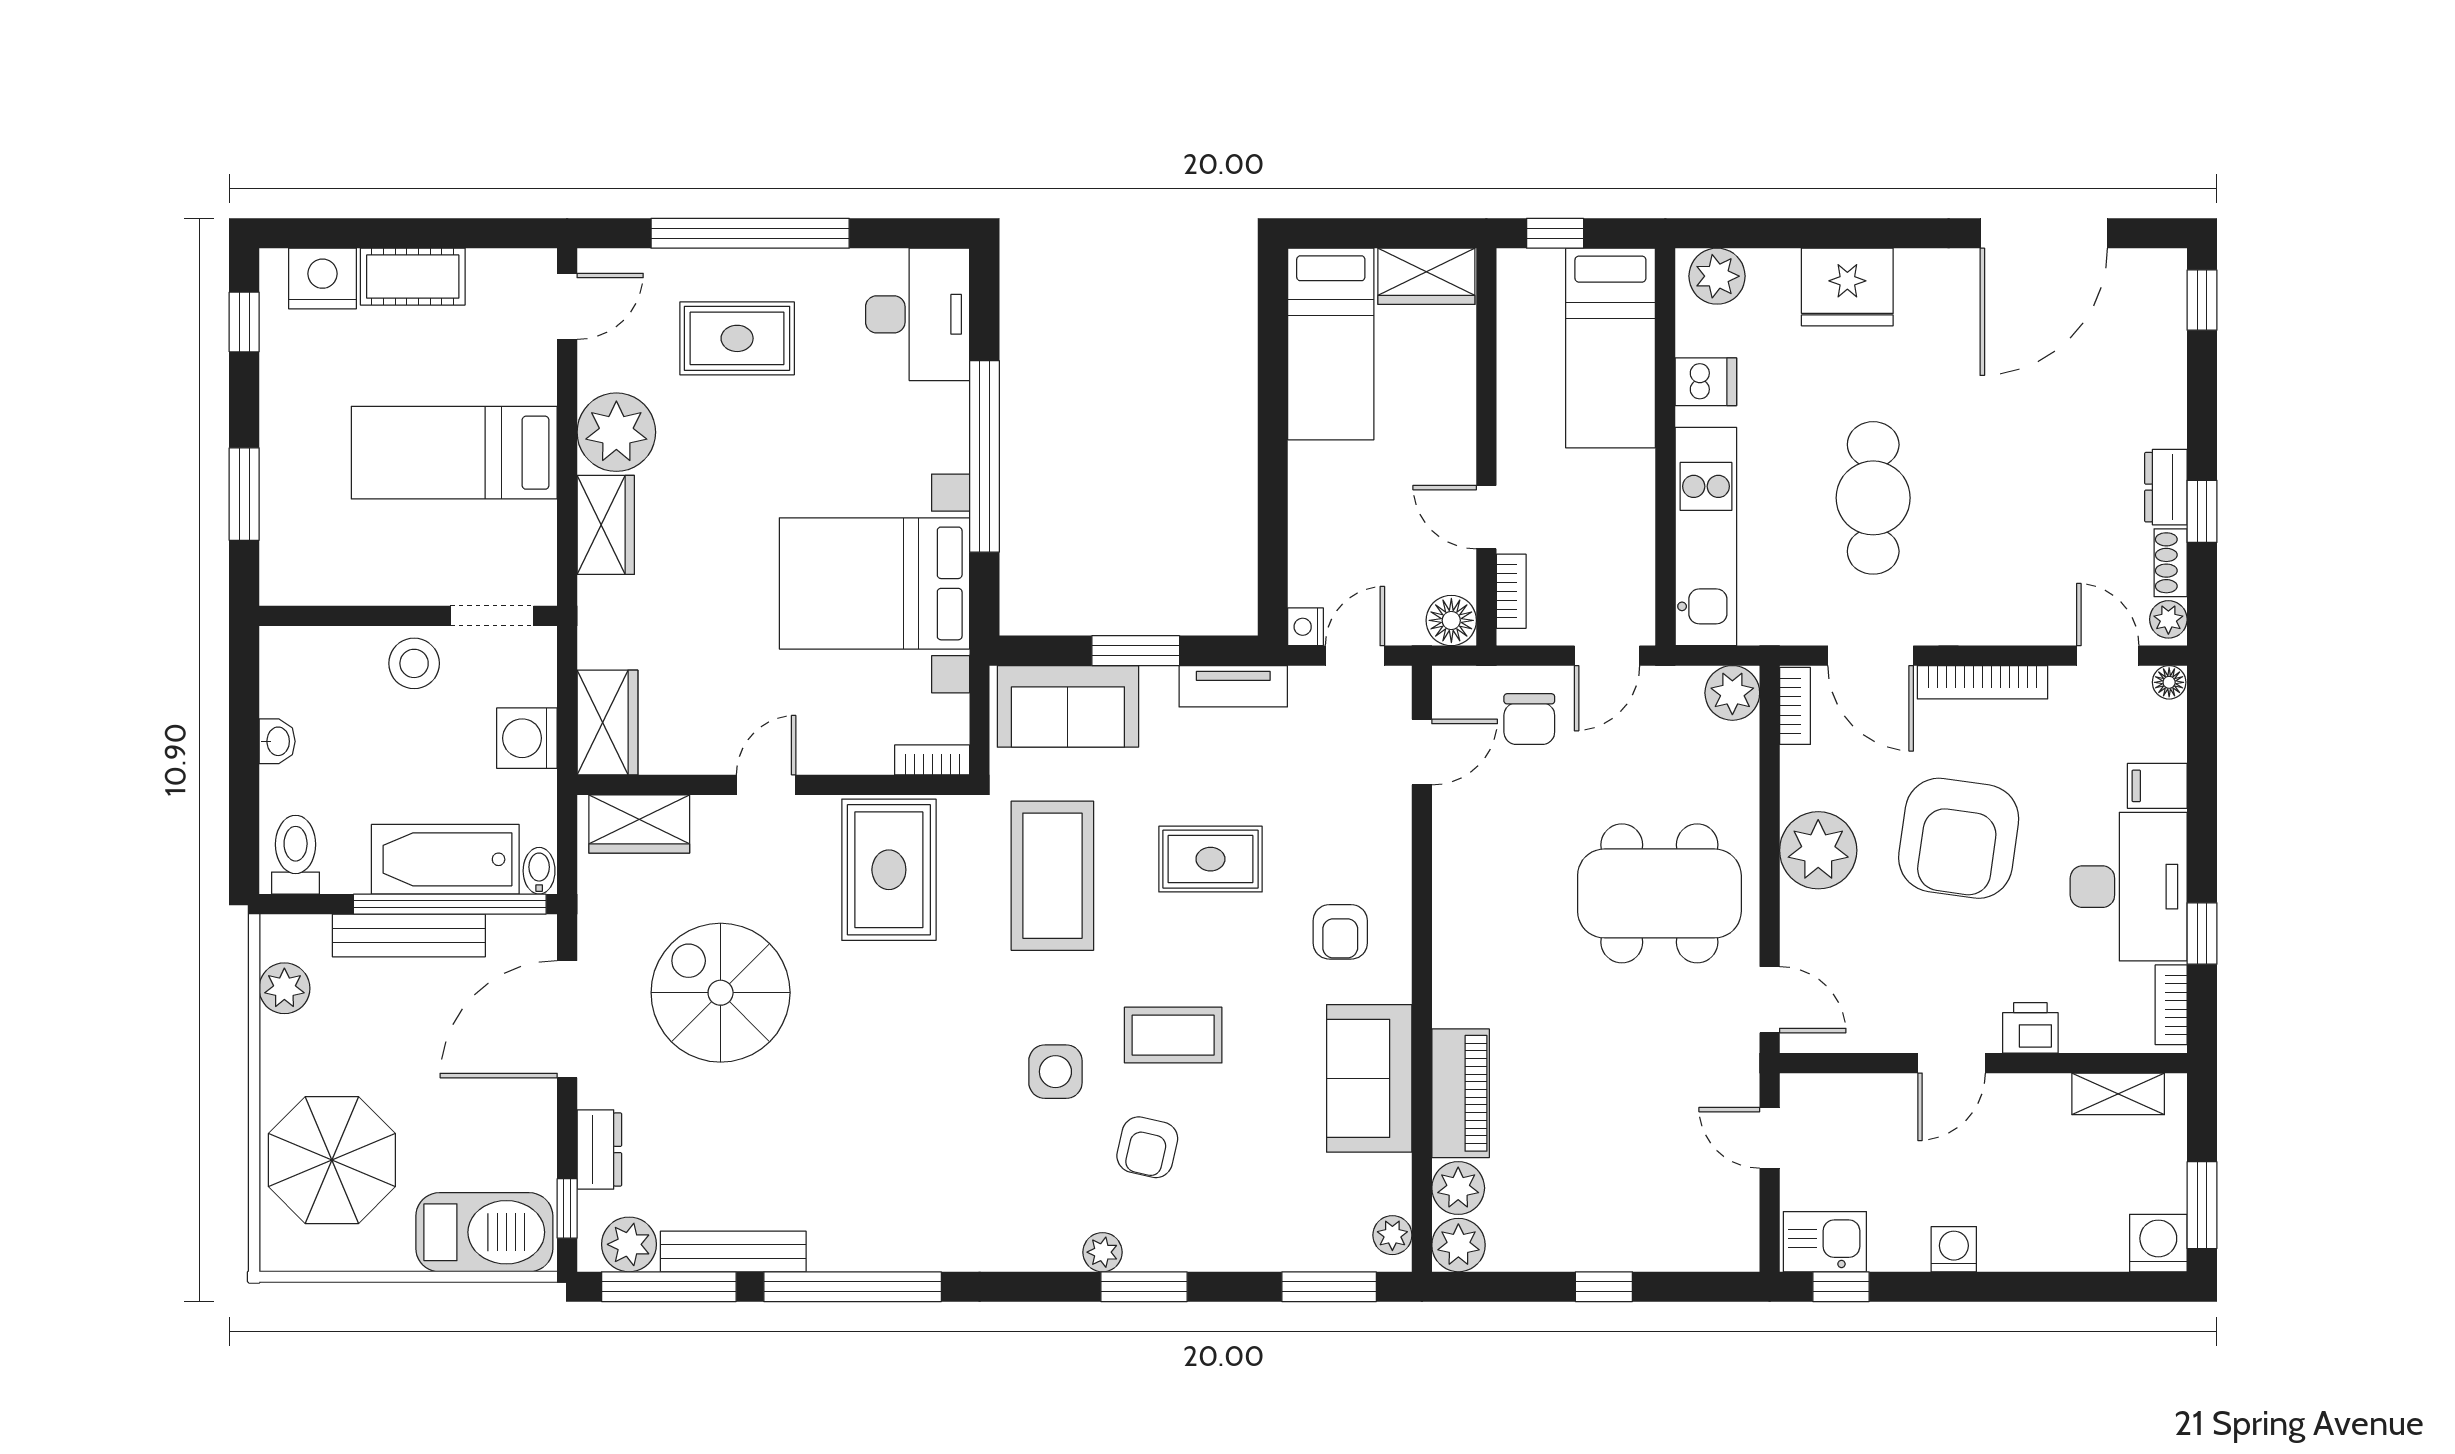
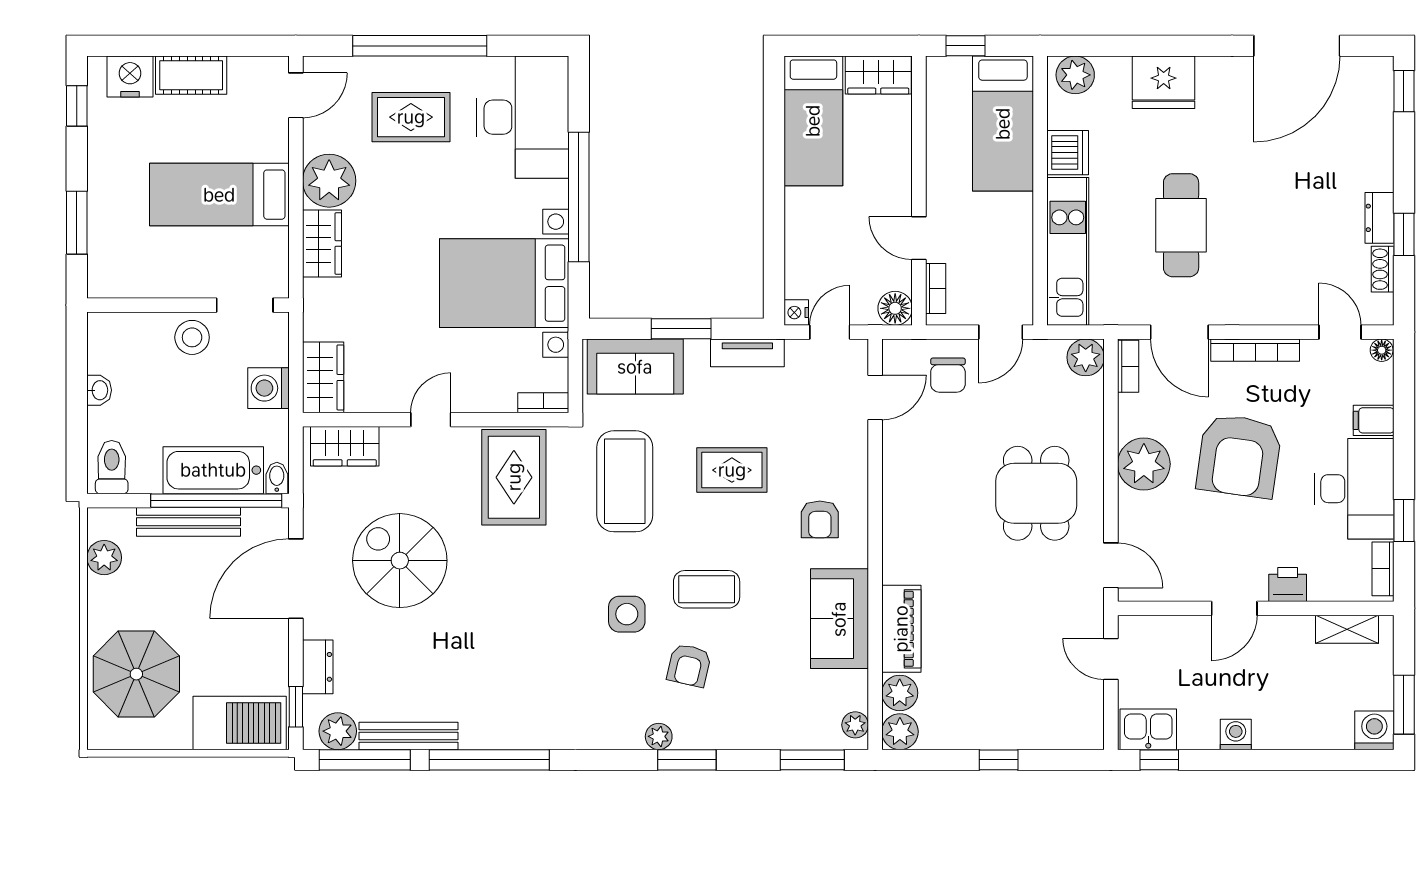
desk: (918, 314) -> (523, 117), width x1.36, depth x1.30
dishwasher: (1706, 382) -> (1068, 153), width x1.38
plant: (2168, 619) -> (1381, 308), removed
dining table: (1659, 893) -> (1036, 493), width x0.73

